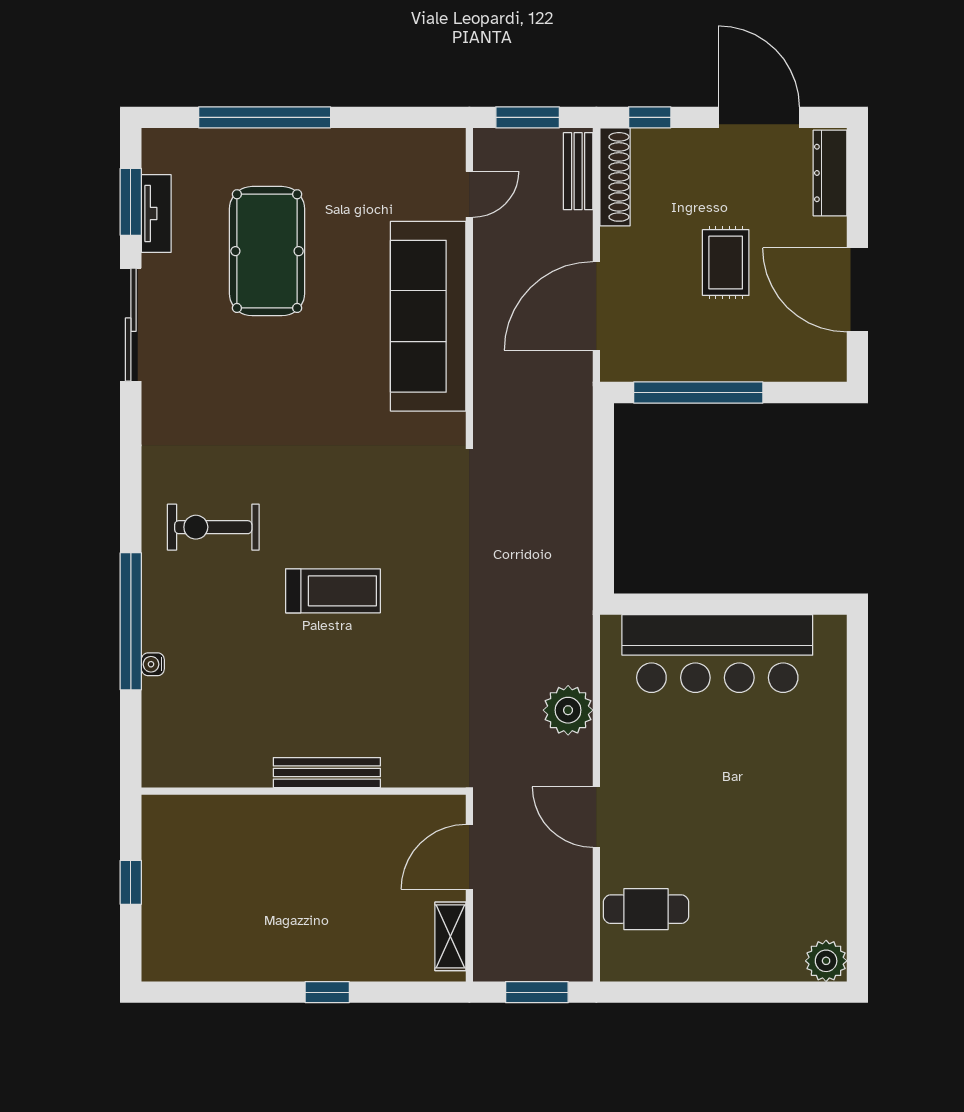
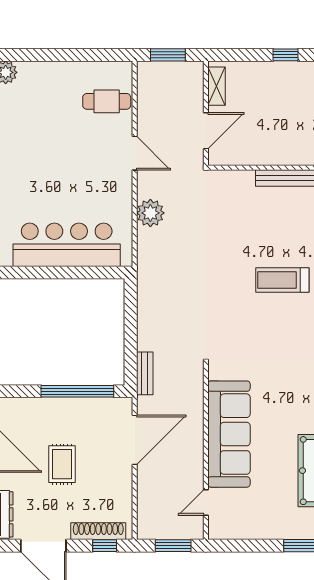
bench: (578, 171) -> (145, 373), moved
shoe rack: (615, 177) -> (98, 531), moved, turned 90

